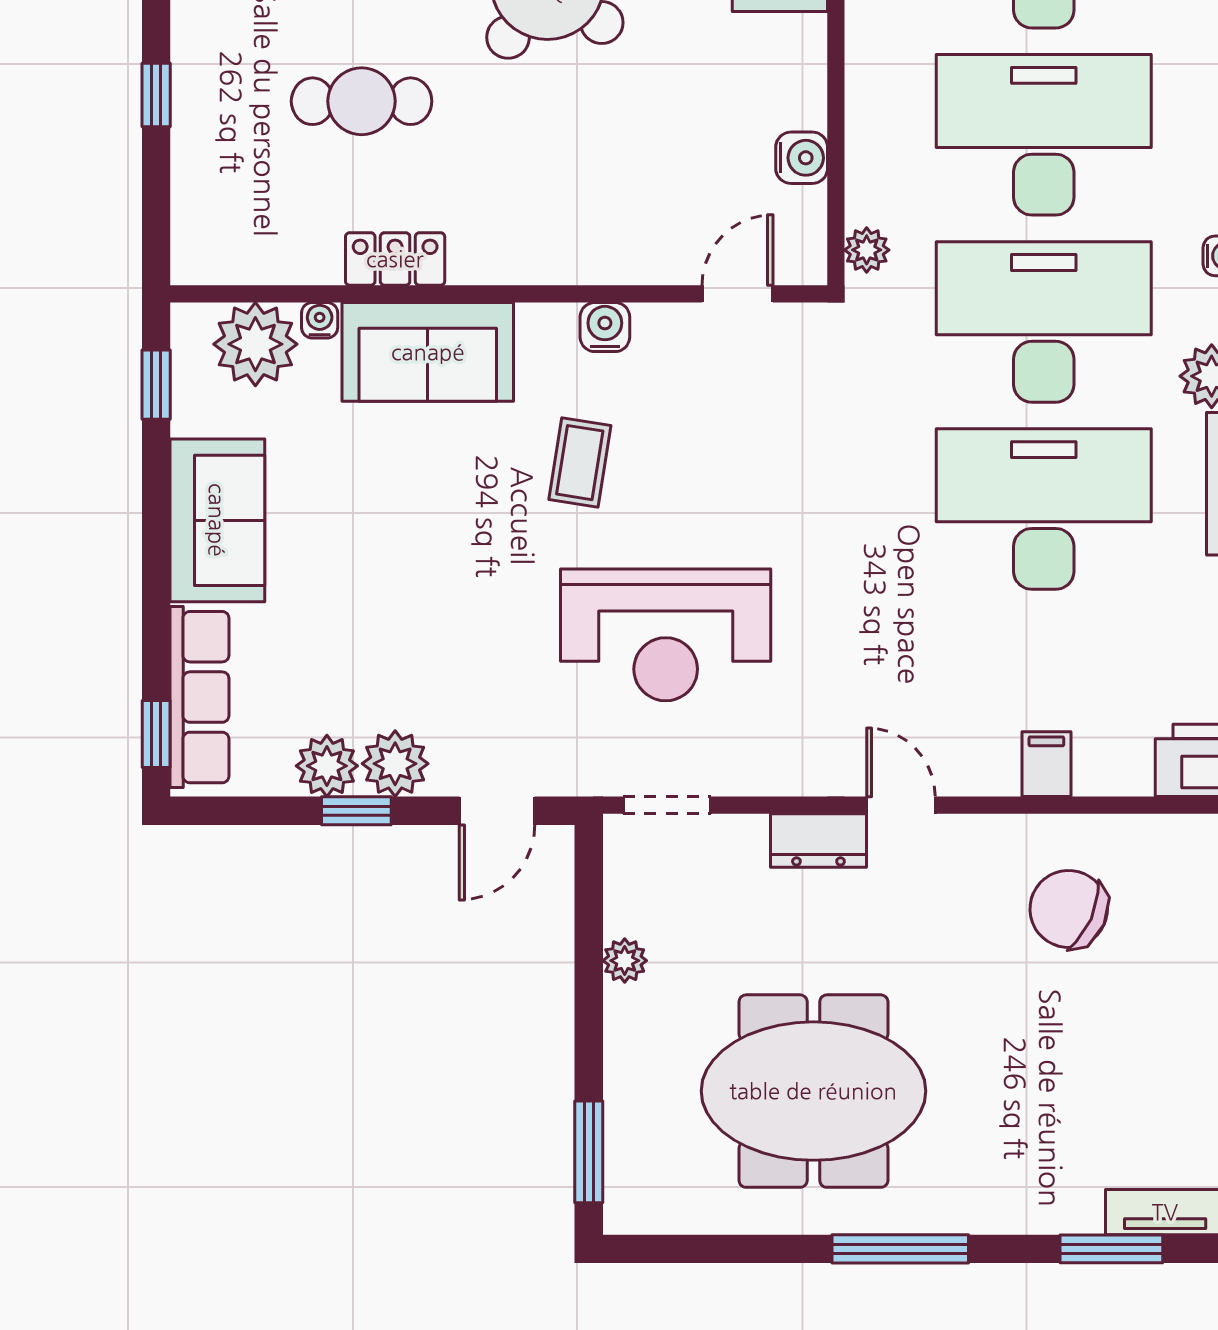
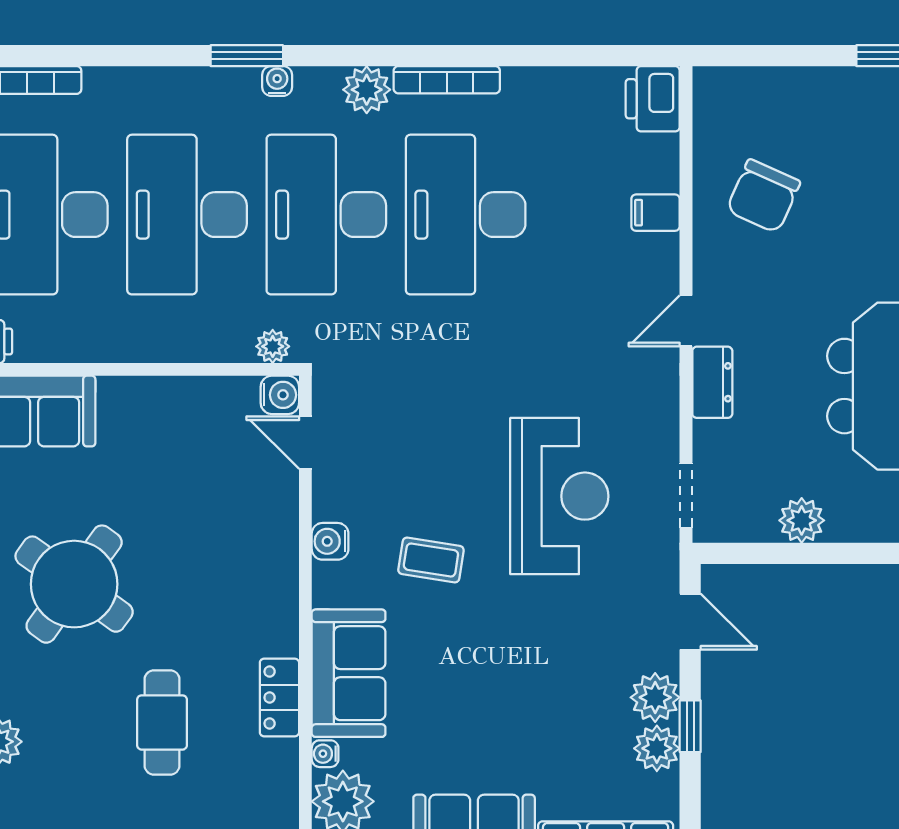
water cooler: (802, 158) -> (280, 395), moved, turned 90
plant: (625, 961) -> (802, 520), width x1.38, depth x1.38

